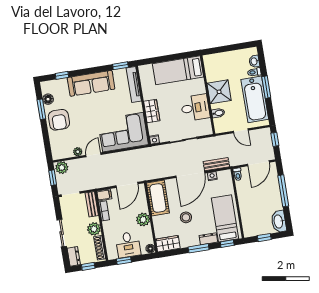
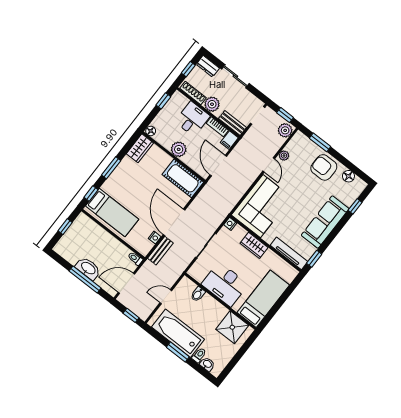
shower: (219, 92) -> (232, 327), moved
desk: (195, 108) -> (225, 284), width x1.37
window: (41, 109) -> (320, 142), moved
door: (258, 163) -> (126, 283), hinge flipped
stool: (186, 217) -> (145, 184), removed
washbasin: (279, 221) -> (88, 268), moved
dresser: (208, 239) -> (110, 183), removed
desk: (128, 245) -> (192, 119), moved, turned 90

